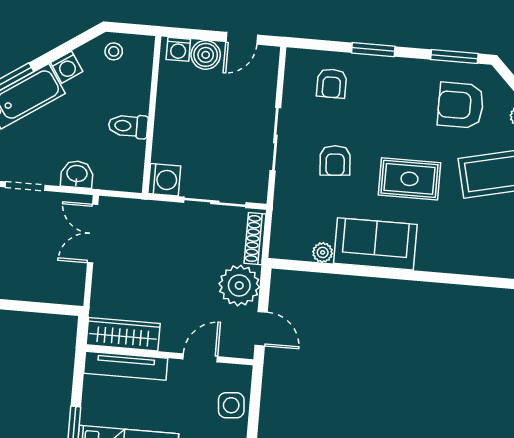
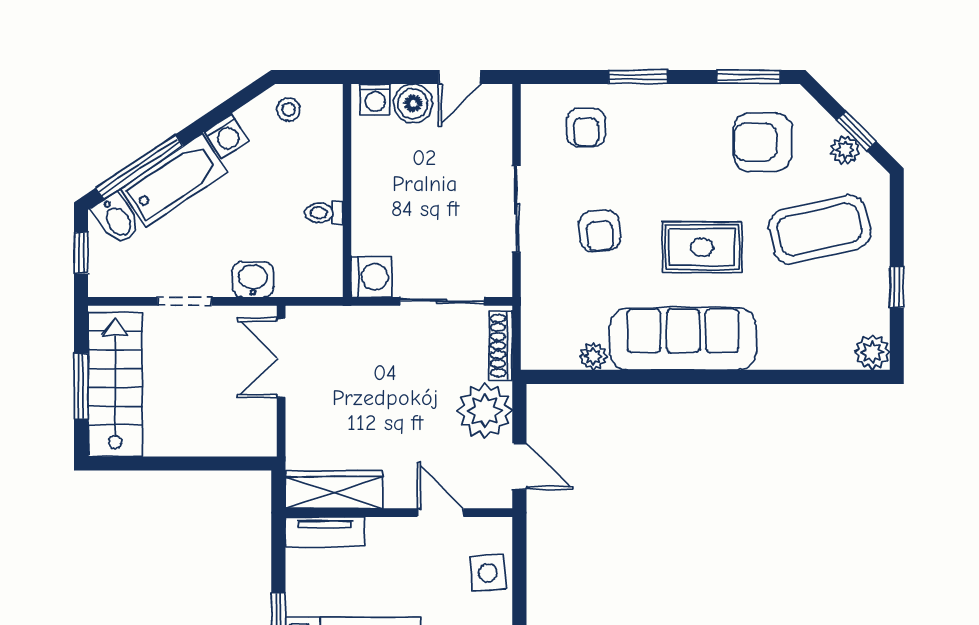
toilet: (128, 126) -> (324, 213), width x0.73, depth x0.72
sofa: (375, 244) -> (683, 339), width x1.36
door: (200, 358) -> (441, 513), hinge flipped
tv unit: (126, 366) -> (325, 532), width x0.71

